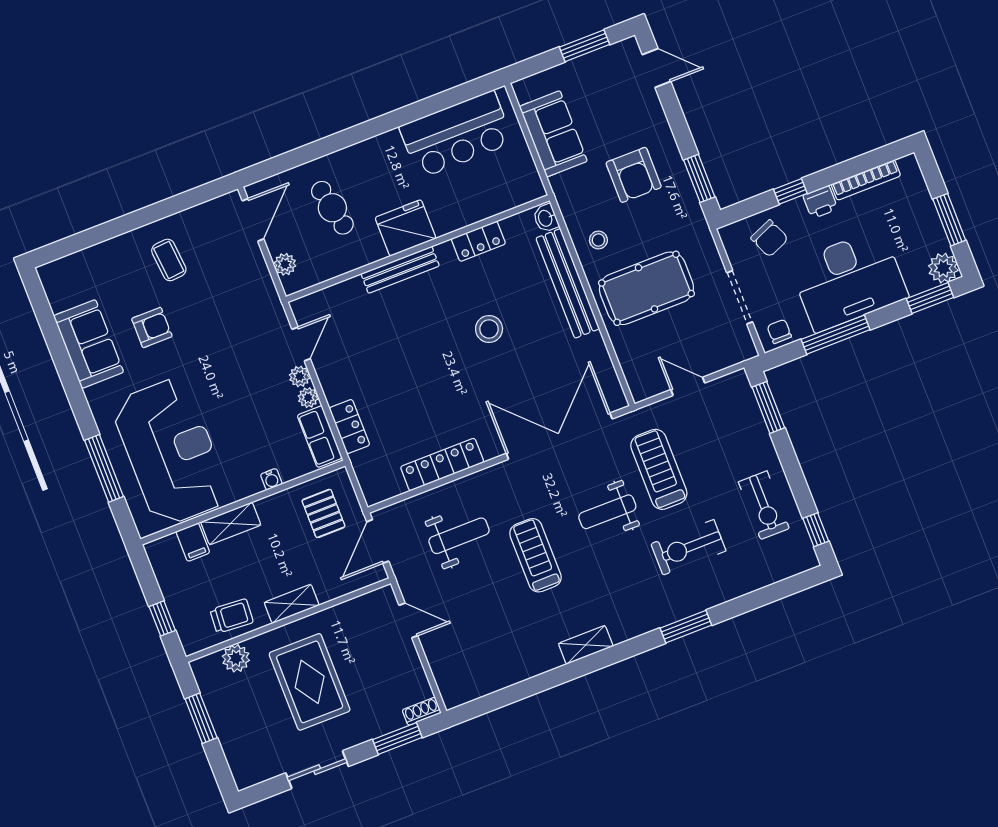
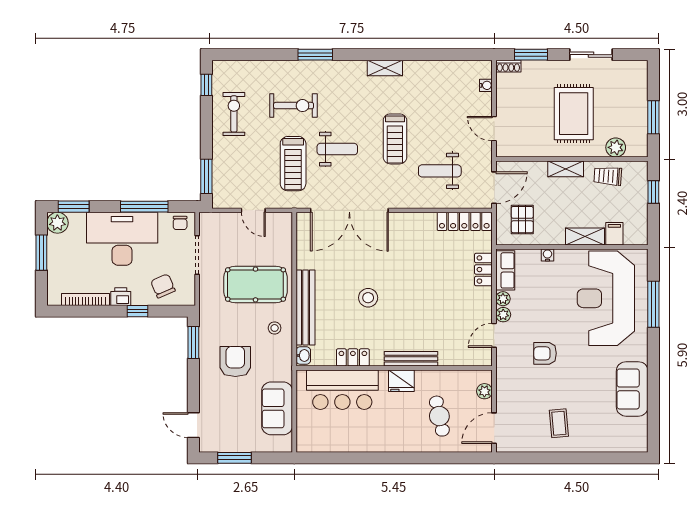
bar counter: (456, 134) -> (342, 390), moved, turned 180
fridge: (406, 228) -> (401, 381), width x0.73, depth x0.75
armchair: (152, 327) -> (545, 353), moved
locker: (442, 465) -> (464, 221), moved
water cooler: (442, 674) -> (486, 85), added

